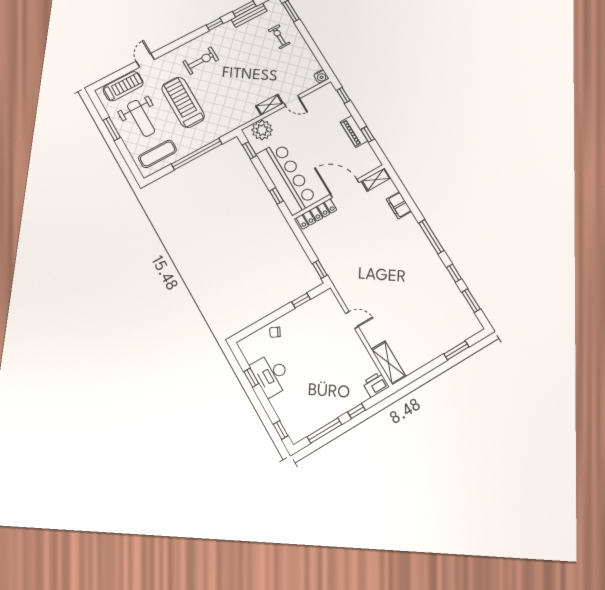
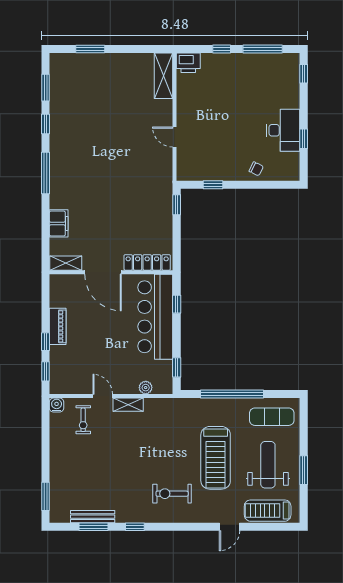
exercise bike: (279, 37) -> (83, 420), moved
plant: (262, 130) -> (146, 388), width x0.53, depth x0.53
window: (368, 134) -> (46, 342), moved

